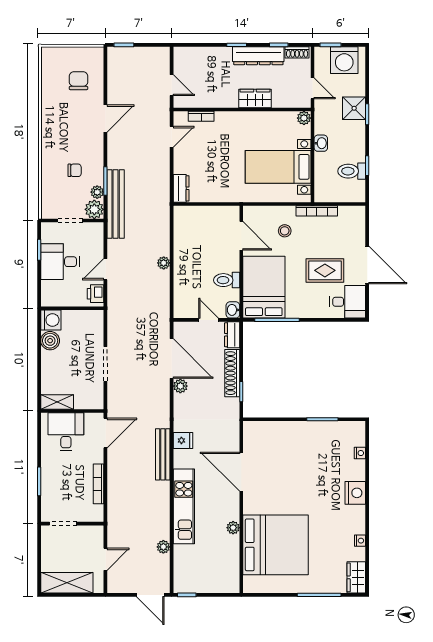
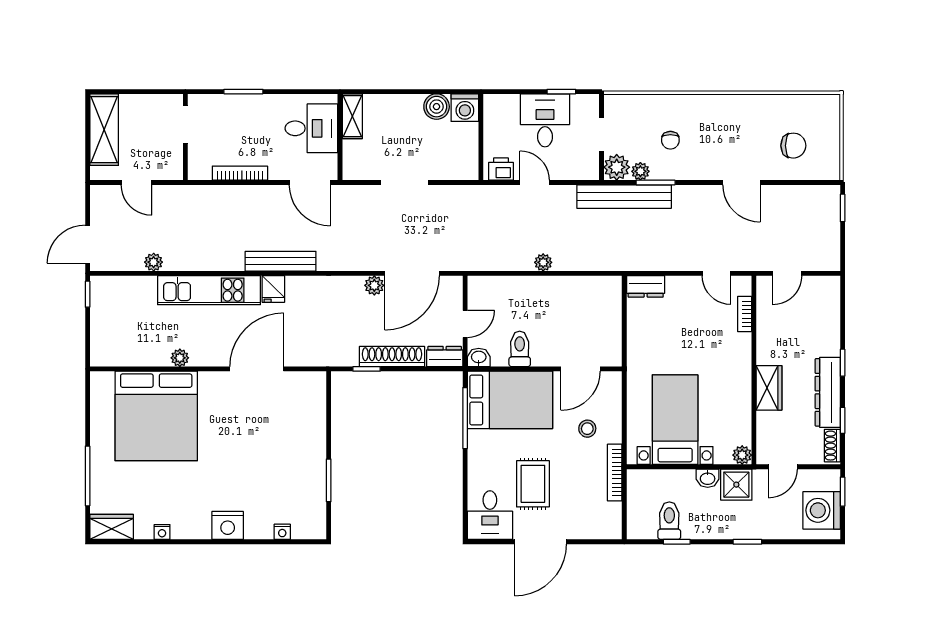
shower: (354, 108) -> (736, 485), moved
fridge: (183, 440) -> (273, 289), moved

